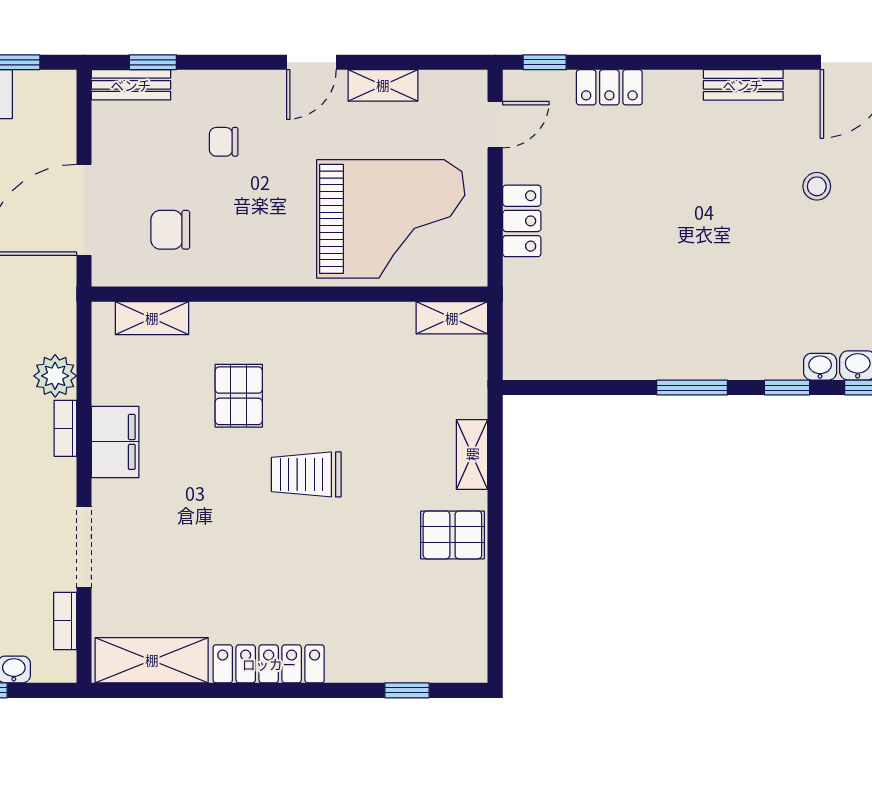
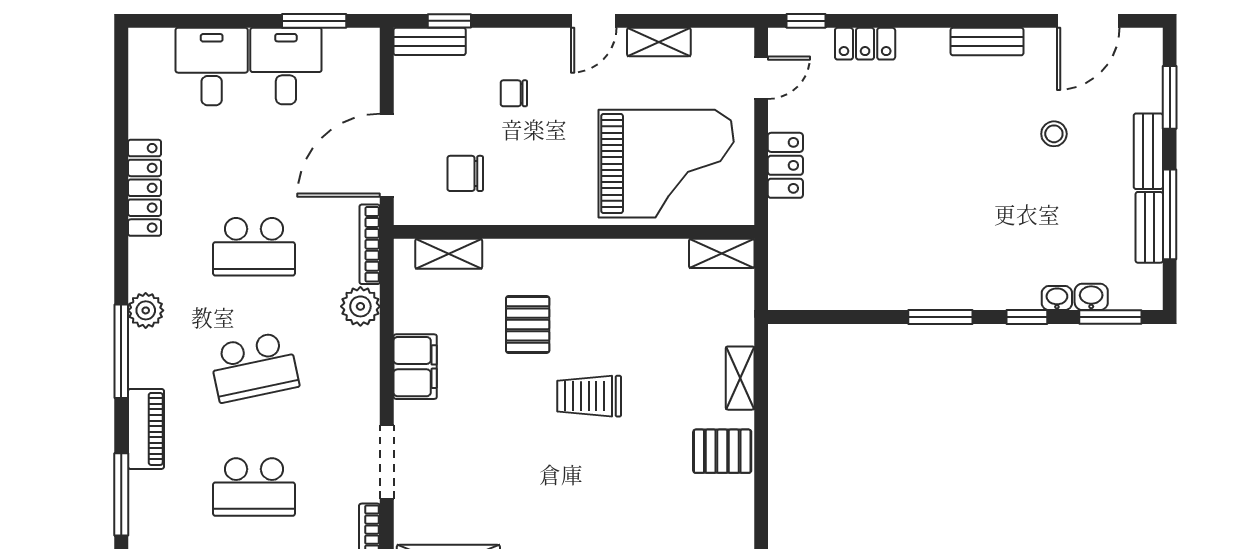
bookcase: (65, 428) -> (370, 244), moved, width x1.56

